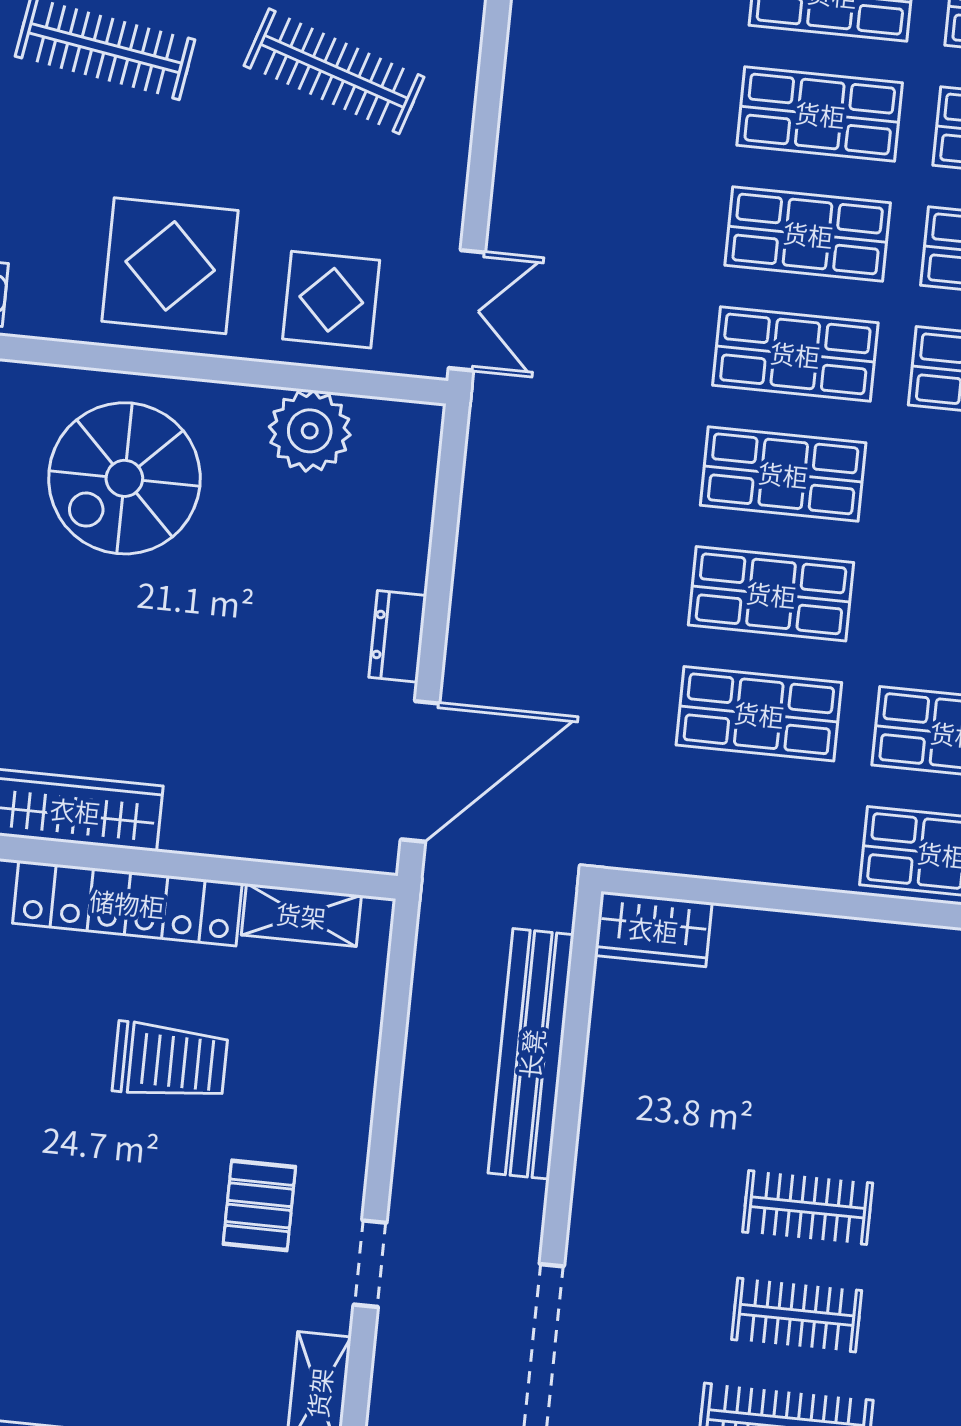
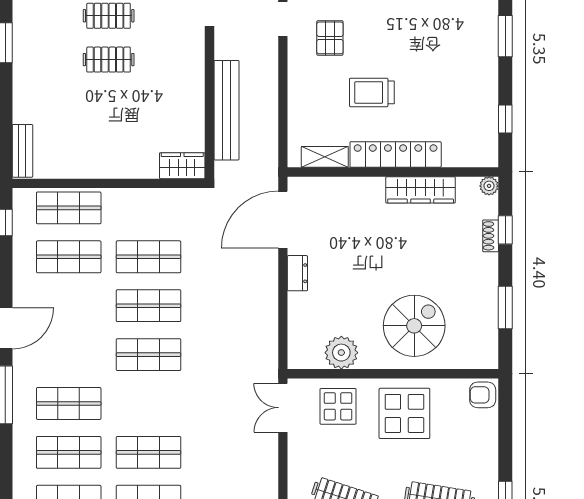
shop shelf: (795, 354) -> (149, 403), removed

